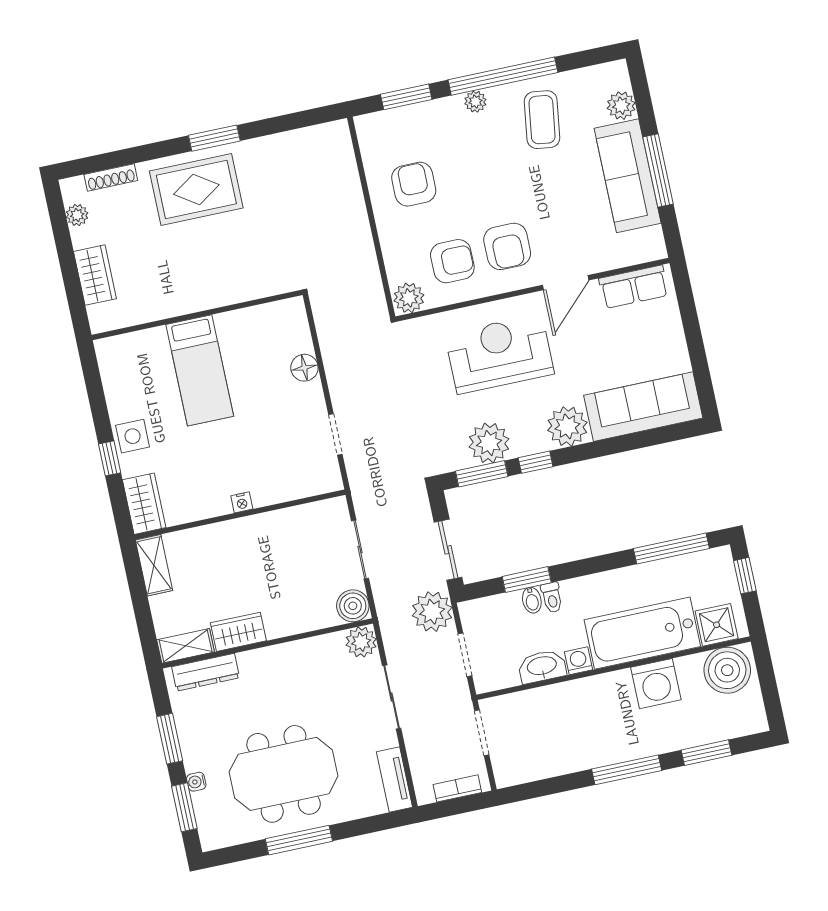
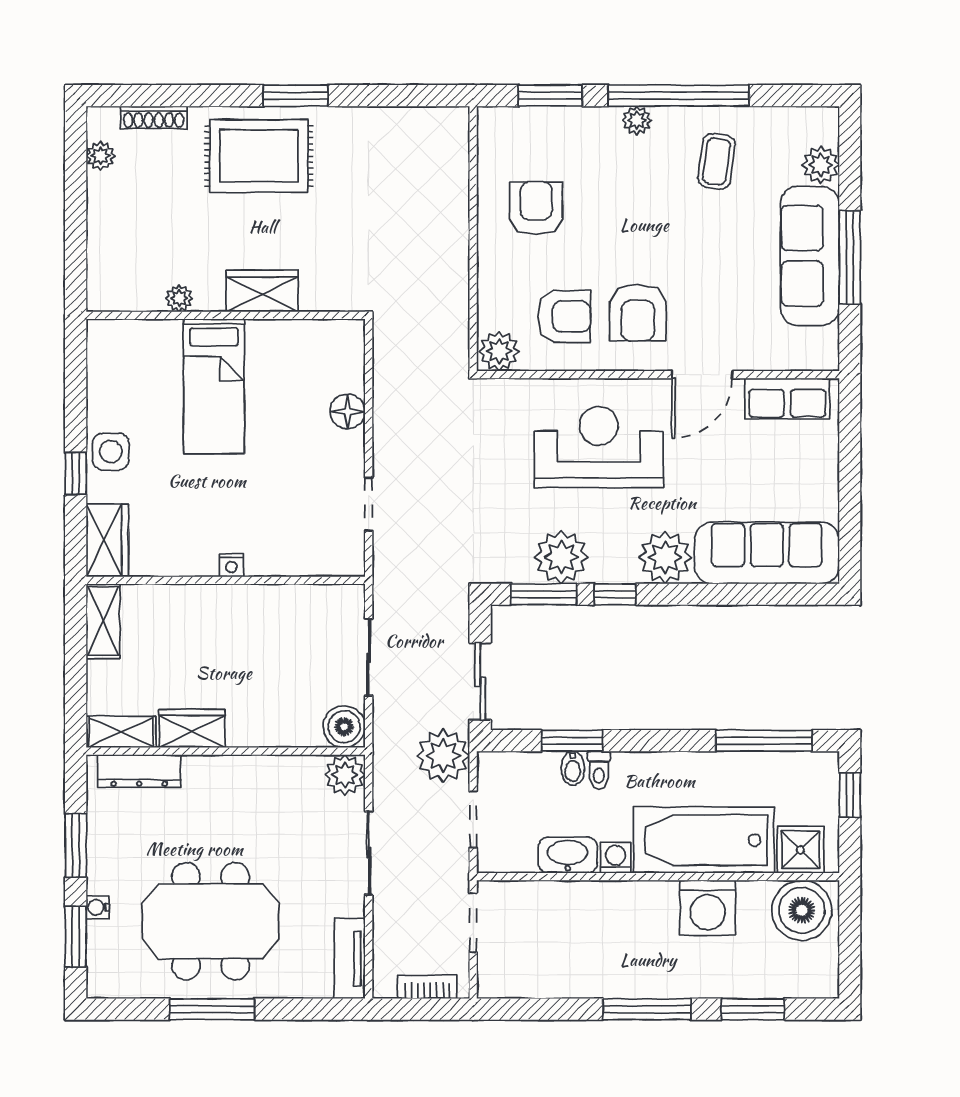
coffee table: (542, 120) -> (716, 161), width x0.73, depth x0.77
wardrobe: (95, 275) -> (262, 291), moved, turned -90
plant: (159, 310) -> (179, 298), added

